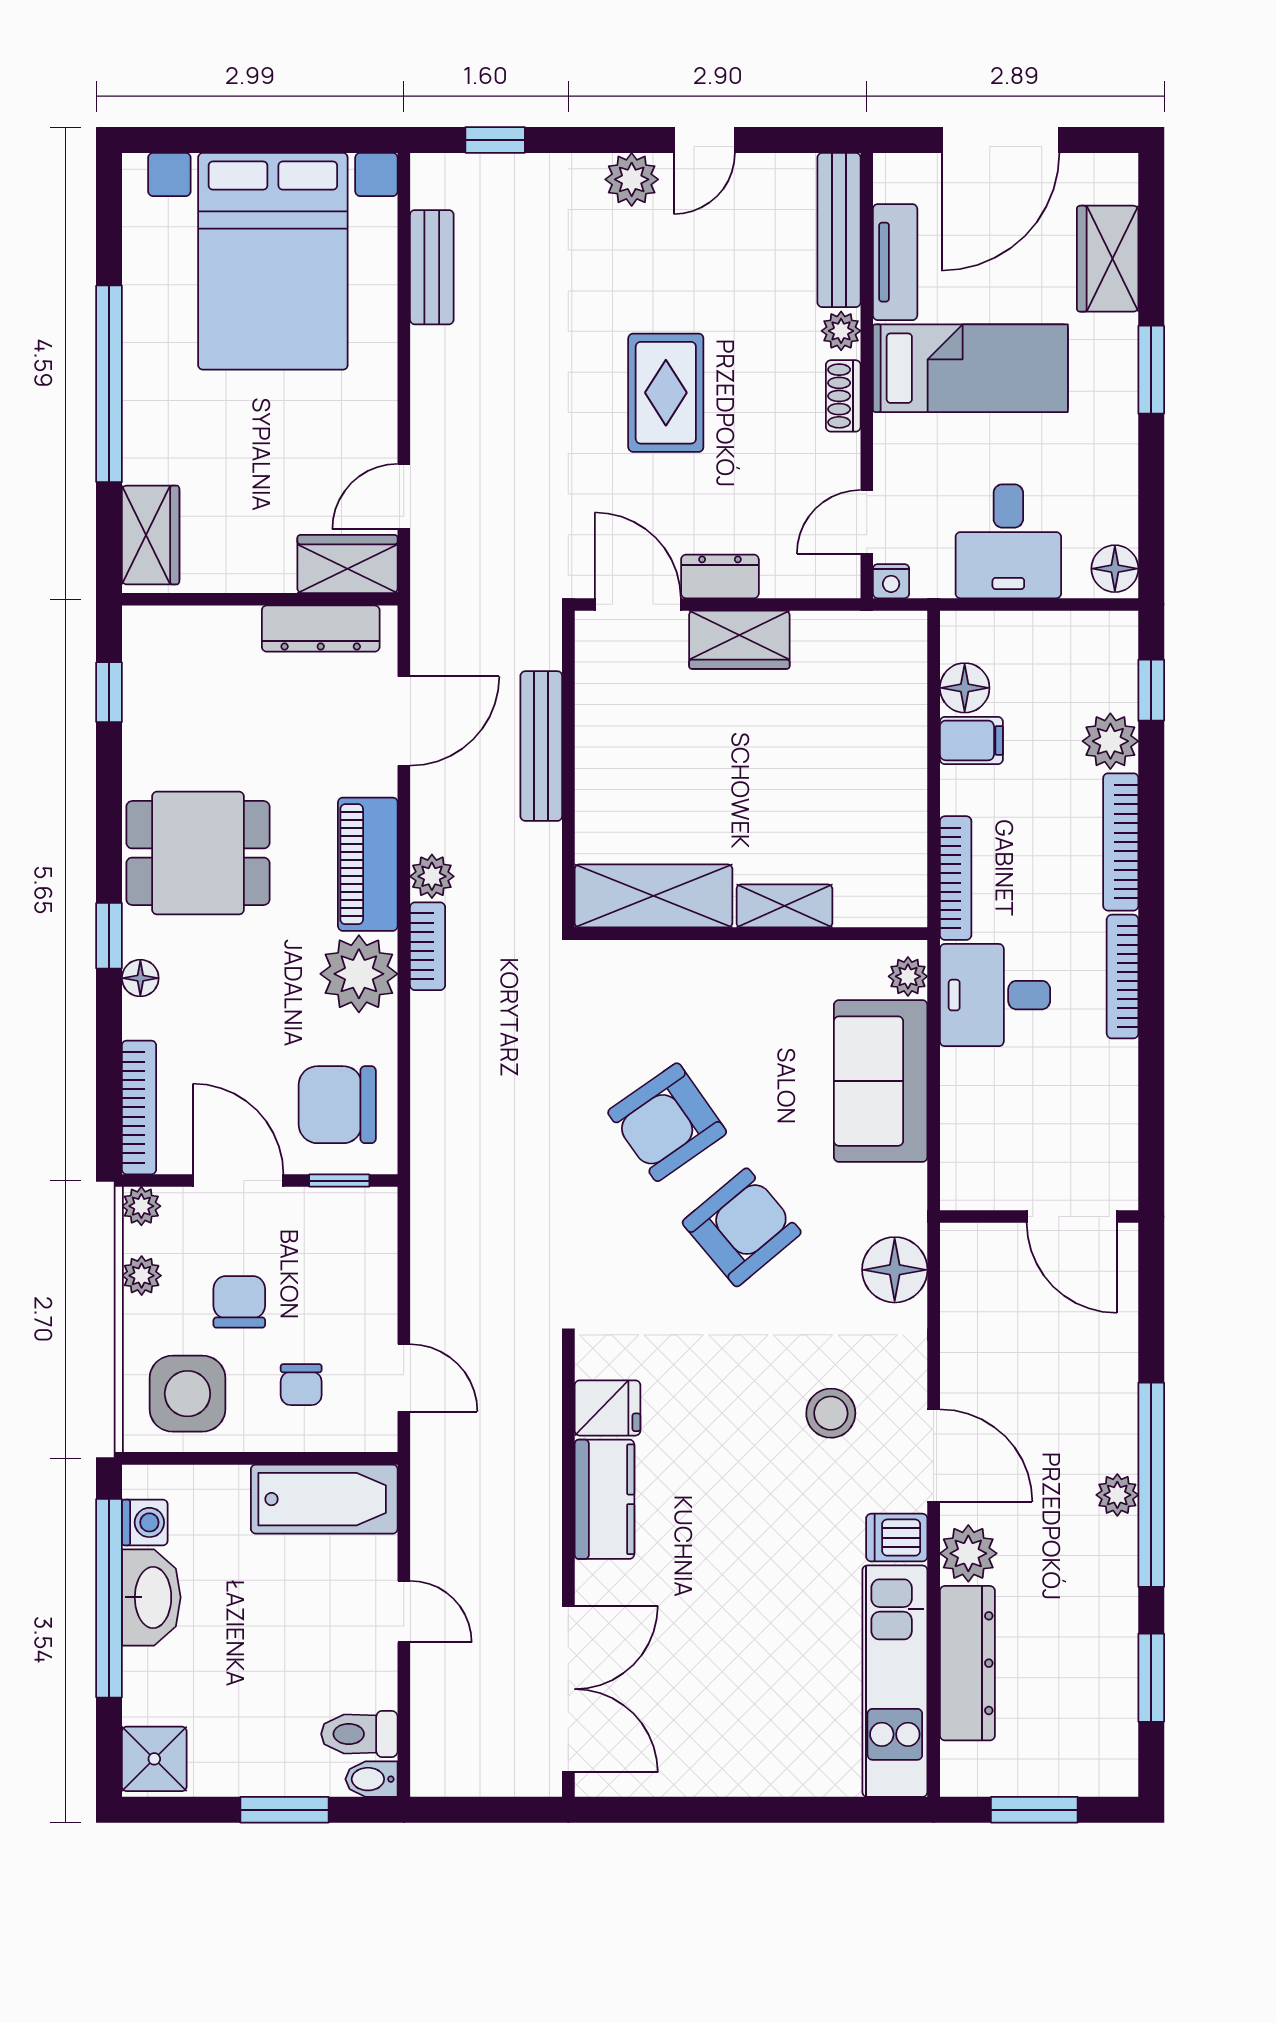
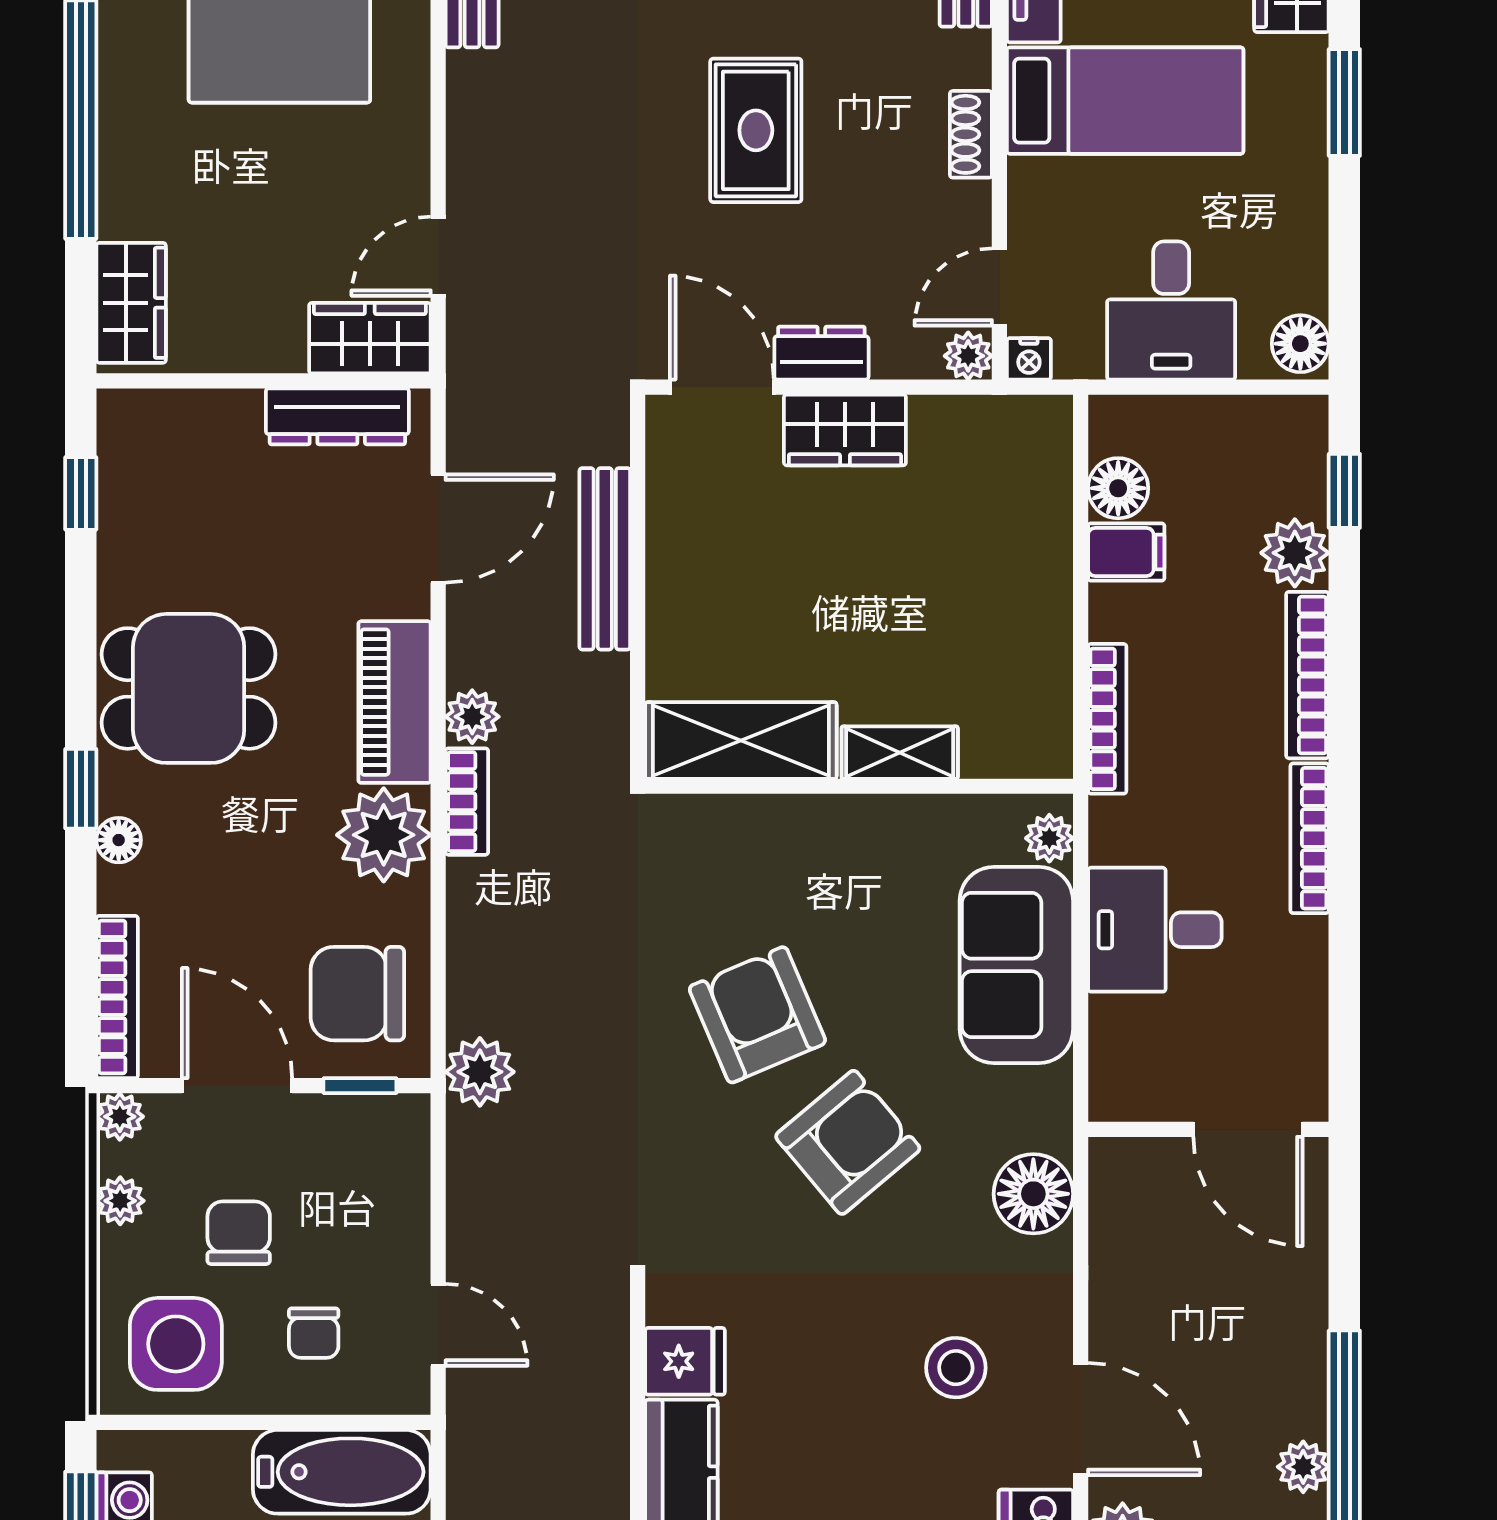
plant: (841, 331) -> (968, 356), moved
desk: (995, 995) -> (1155, 930), moved
armchair: (667, 1122) -> (757, 1015), turned 102
plant: (438, 1169) -> (480, 1072), added

